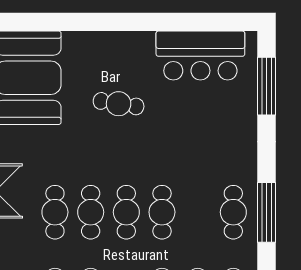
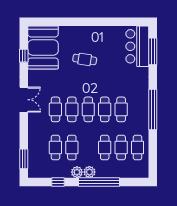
bar counter: (200, 55) -> (137, 46), moved, turned 90
cafe table: (233, 212) -> (121, 109), moved
window: (267, 212) -> (153, 109), width x1.46

